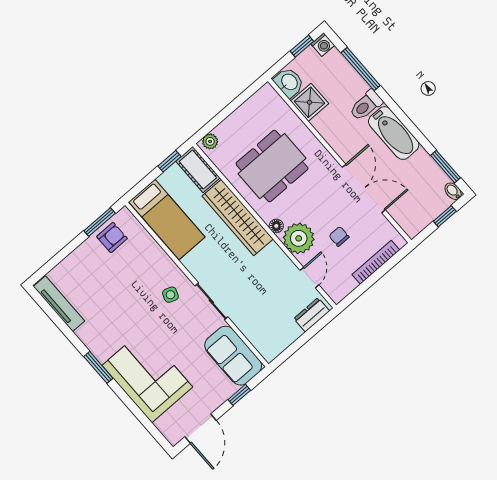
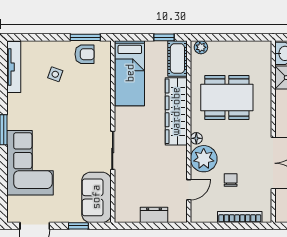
side table: (170, 295) -> (55, 74), moved
dresser: (312, 315) -> (154, 215), moved

